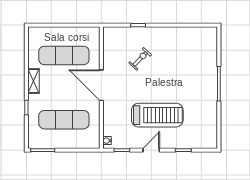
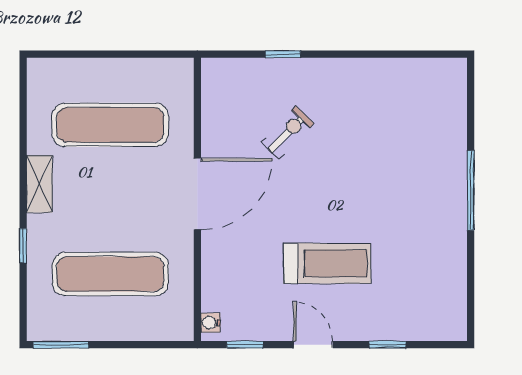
door: (101, 85) -> (197, 194), swing flipped
treadmill: (157, 115) -> (327, 263), width x0.73, depth x0.73
door: (151, 150) -> (313, 345), hinge flipped

